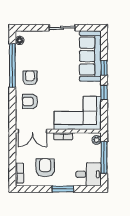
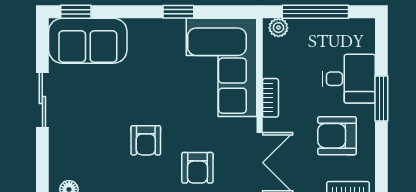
sofa: (90, 56) -> (88, 41), width x0.73
window: (104, 68) -> (76, 12), moved
armchair: (30, 78) -> (146, 140), moved, turned -90
desk: (89, 174) -> (349, 79), moved, turned 90

